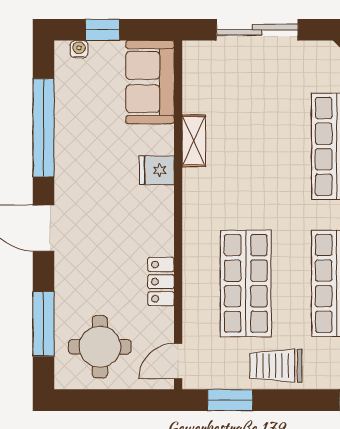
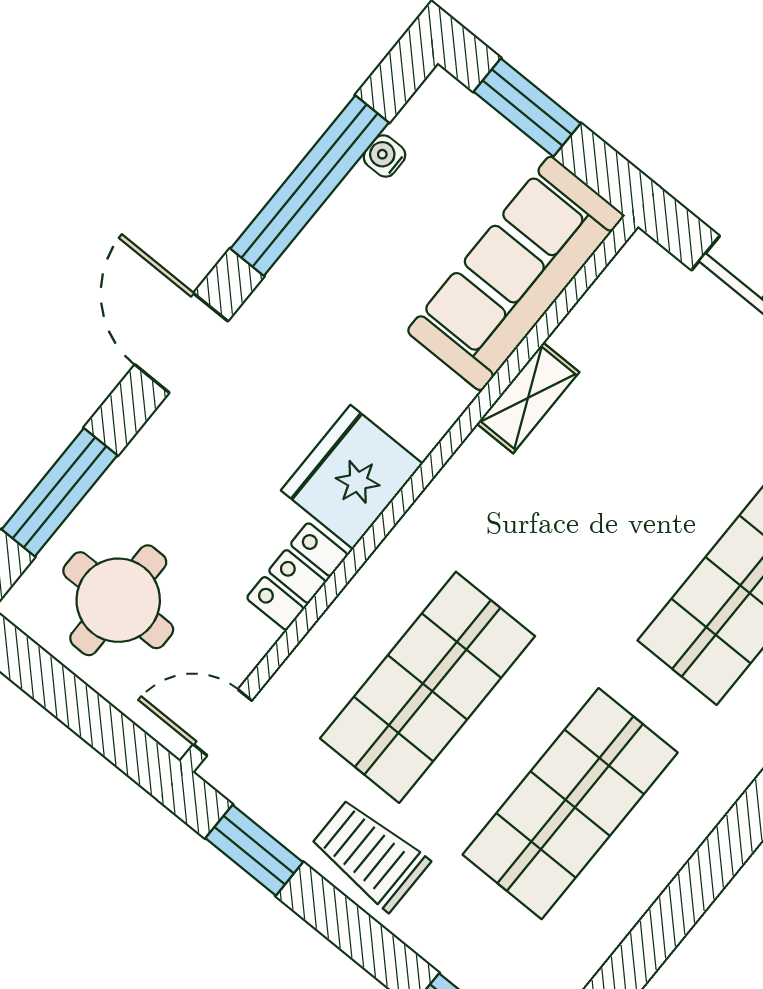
window: (103, 30) -> (527, 107), width x1.50
water cooler: (79, 49) -> (384, 156), moved, turned -90
sofa: (150, 82) -> (516, 273), width x1.36
fridge: (157, 170) -> (352, 477), moved, width x1.88, depth x1.34

